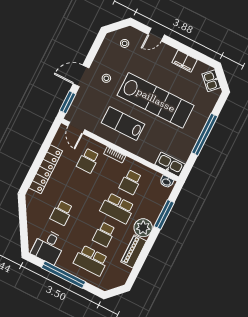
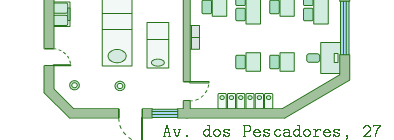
lab bench: (123, 123) -> (158, 45), turned 180
school desk: (88, 161) -> (248, 62), moved

